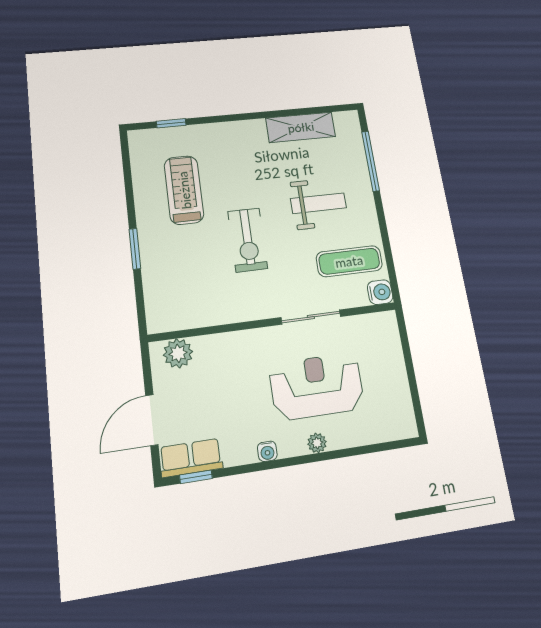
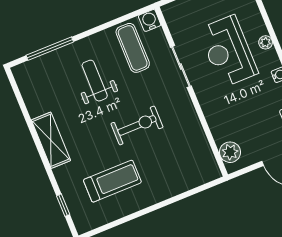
shelving: (301, 127) -> (51, 140), moved
treadmill: (184, 190) -> (112, 181), turned 180
window: (135, 249) -> (165, 203), removed

